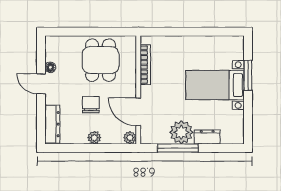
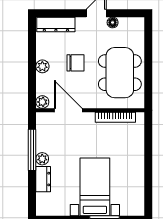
dining table: (101, 60) -> (120, 73), width x1.38
door: (138, 112) -> (68, 110), hinge flipped
plant: (181, 132) -> (42, 159), width x0.53, depth x0.53

